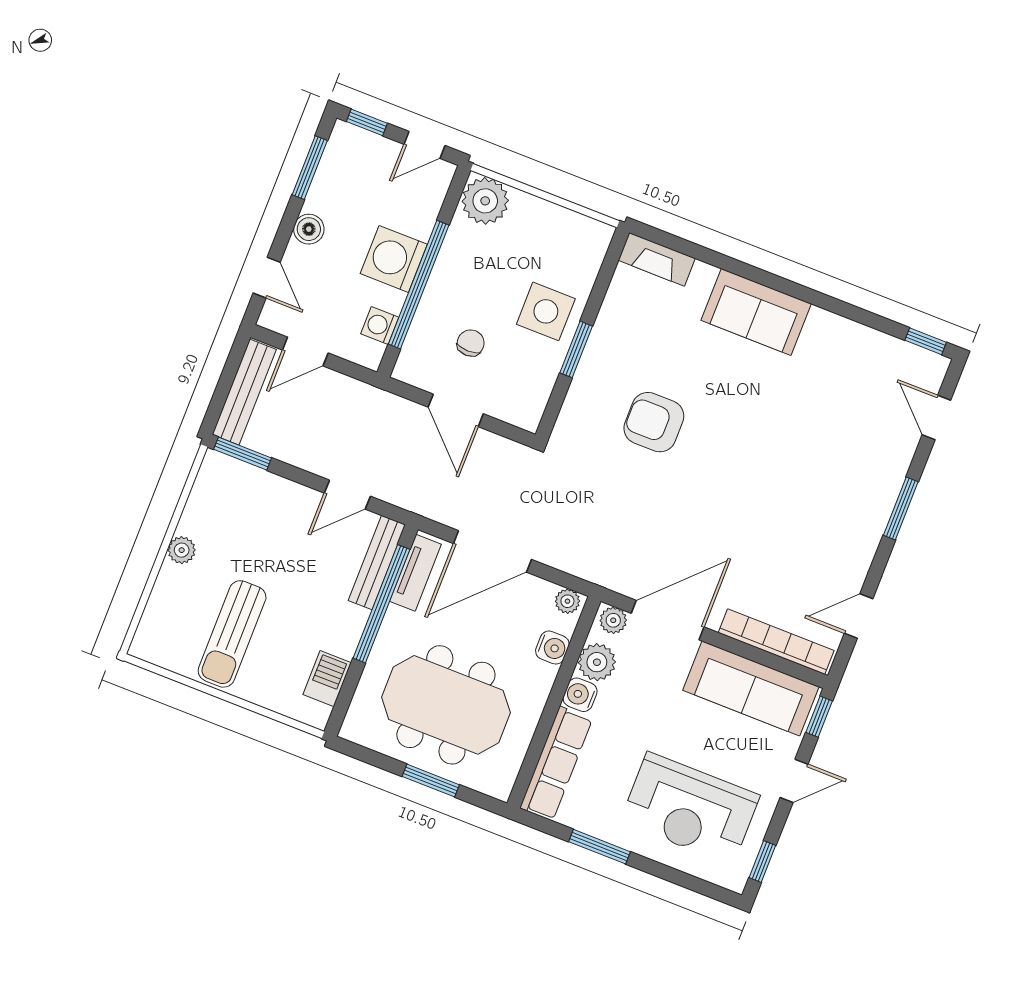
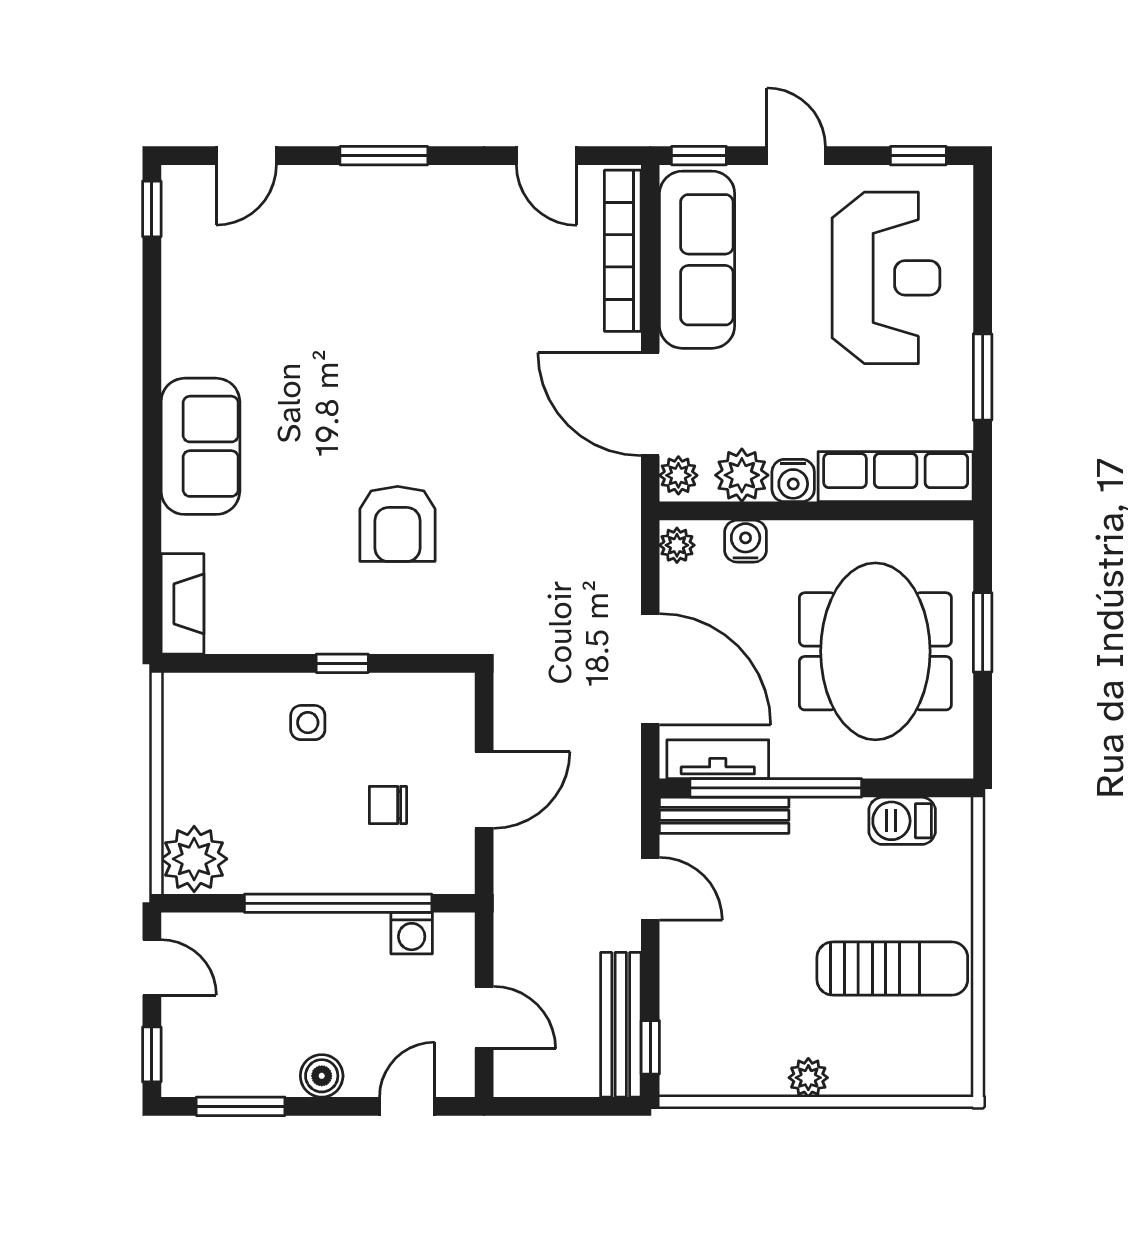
washing machine: (394, 259) -> (317, 949), removed
side table: (546, 311) -> (308, 723), width x0.54, depth x0.54
window: (576, 349) -> (342, 663), width x0.67
bench: (244, 392) -> (621, 1025), moved, turned 90
window: (243, 454) -> (650, 1047), width x0.67

